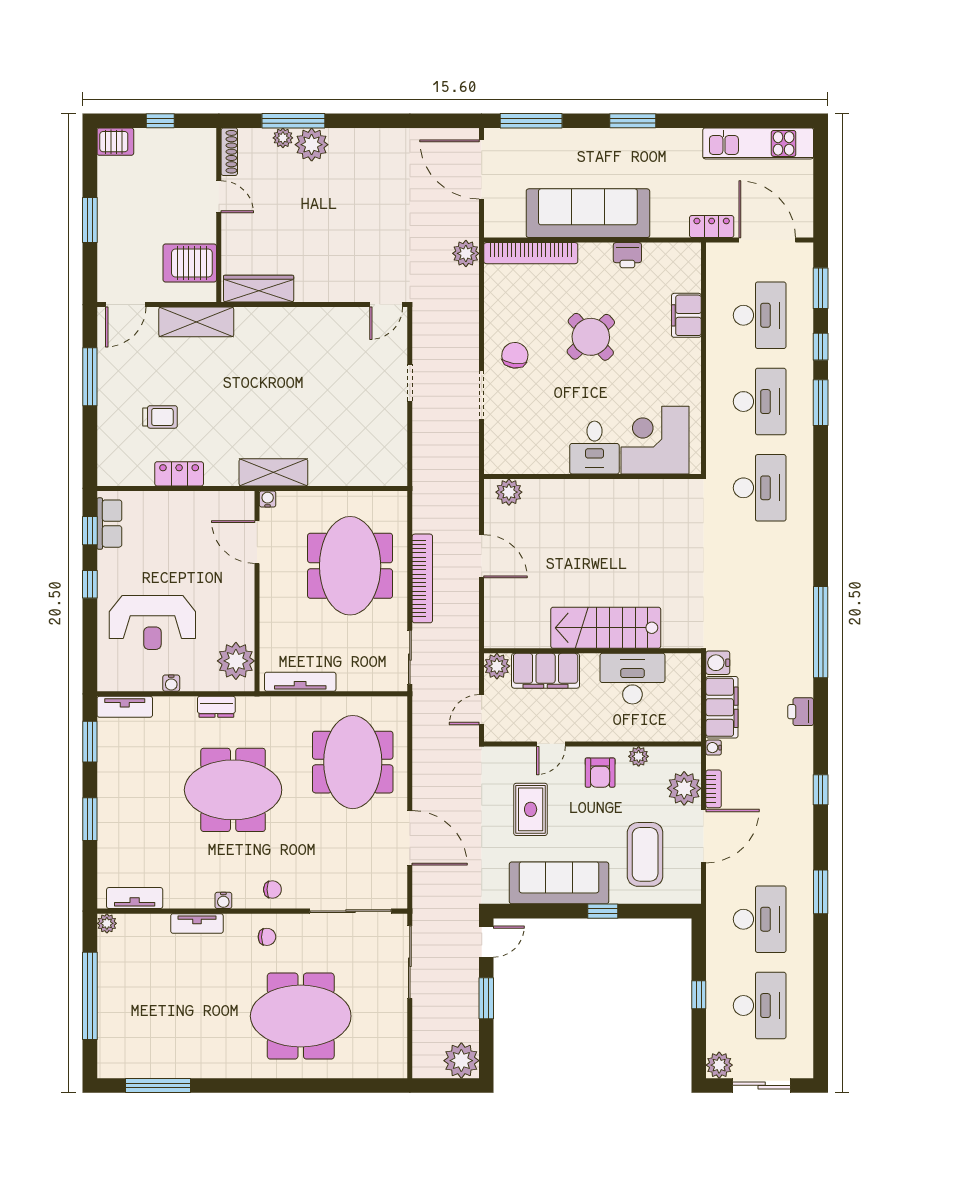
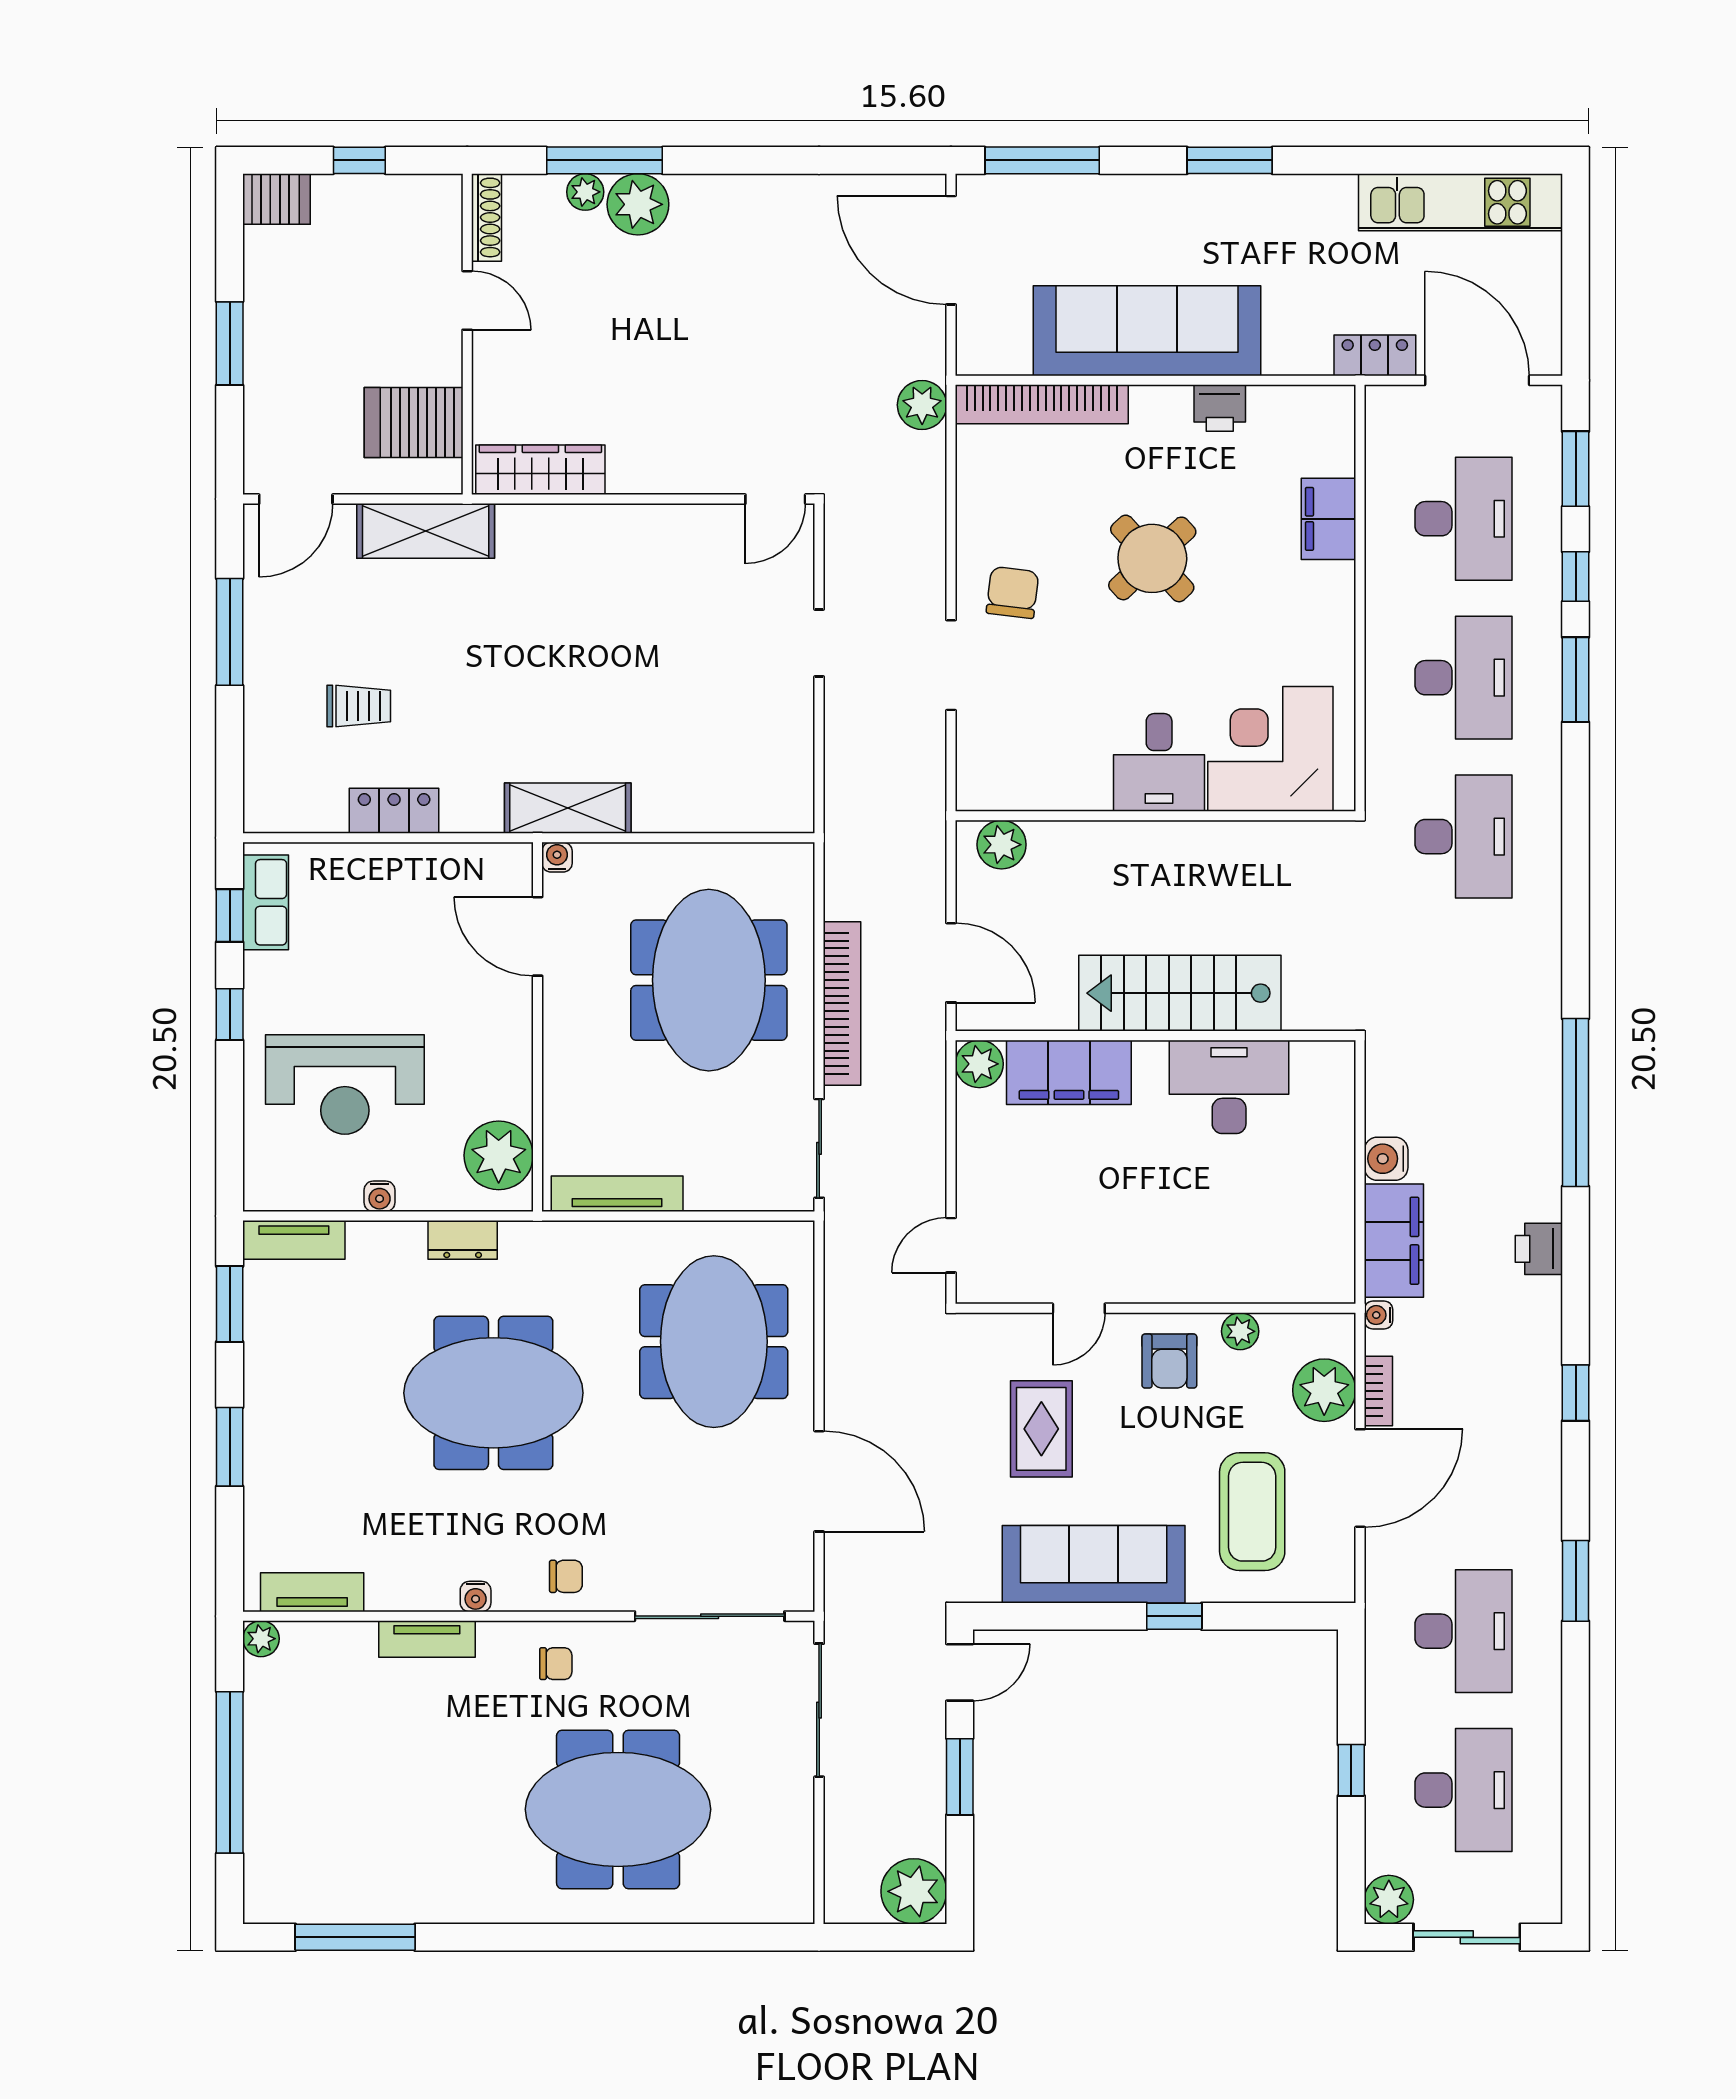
stairs: (606, 628) -> (1180, 993), moved
wall: (593, 651) -> (1156, 1036), moved
plant: (497, 666) -> (979, 1064), moved
filing cabinet: (546, 671) -> (1069, 1072), moved
desk: (632, 679) -> (1229, 1087), moved

